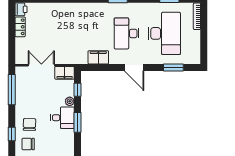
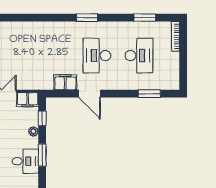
desk: (164, 33) -> (139, 56), width x0.73, depth x0.77
door: (134, 67) -> (90, 94), moved
desk: (62, 118) -> (25, 161), moved

